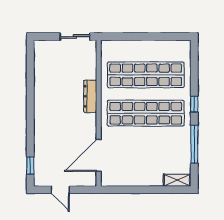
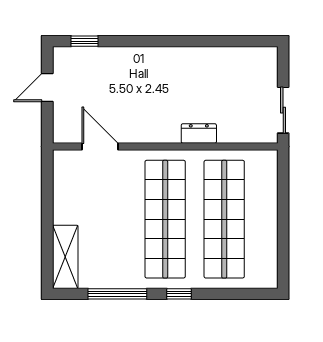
dresser: (90, 96) -> (199, 133), width x0.70
door: (99, 155) -> (100, 147), width x0.73
shelving: (177, 180) -> (65, 257), width x1.50, depth x1.33

